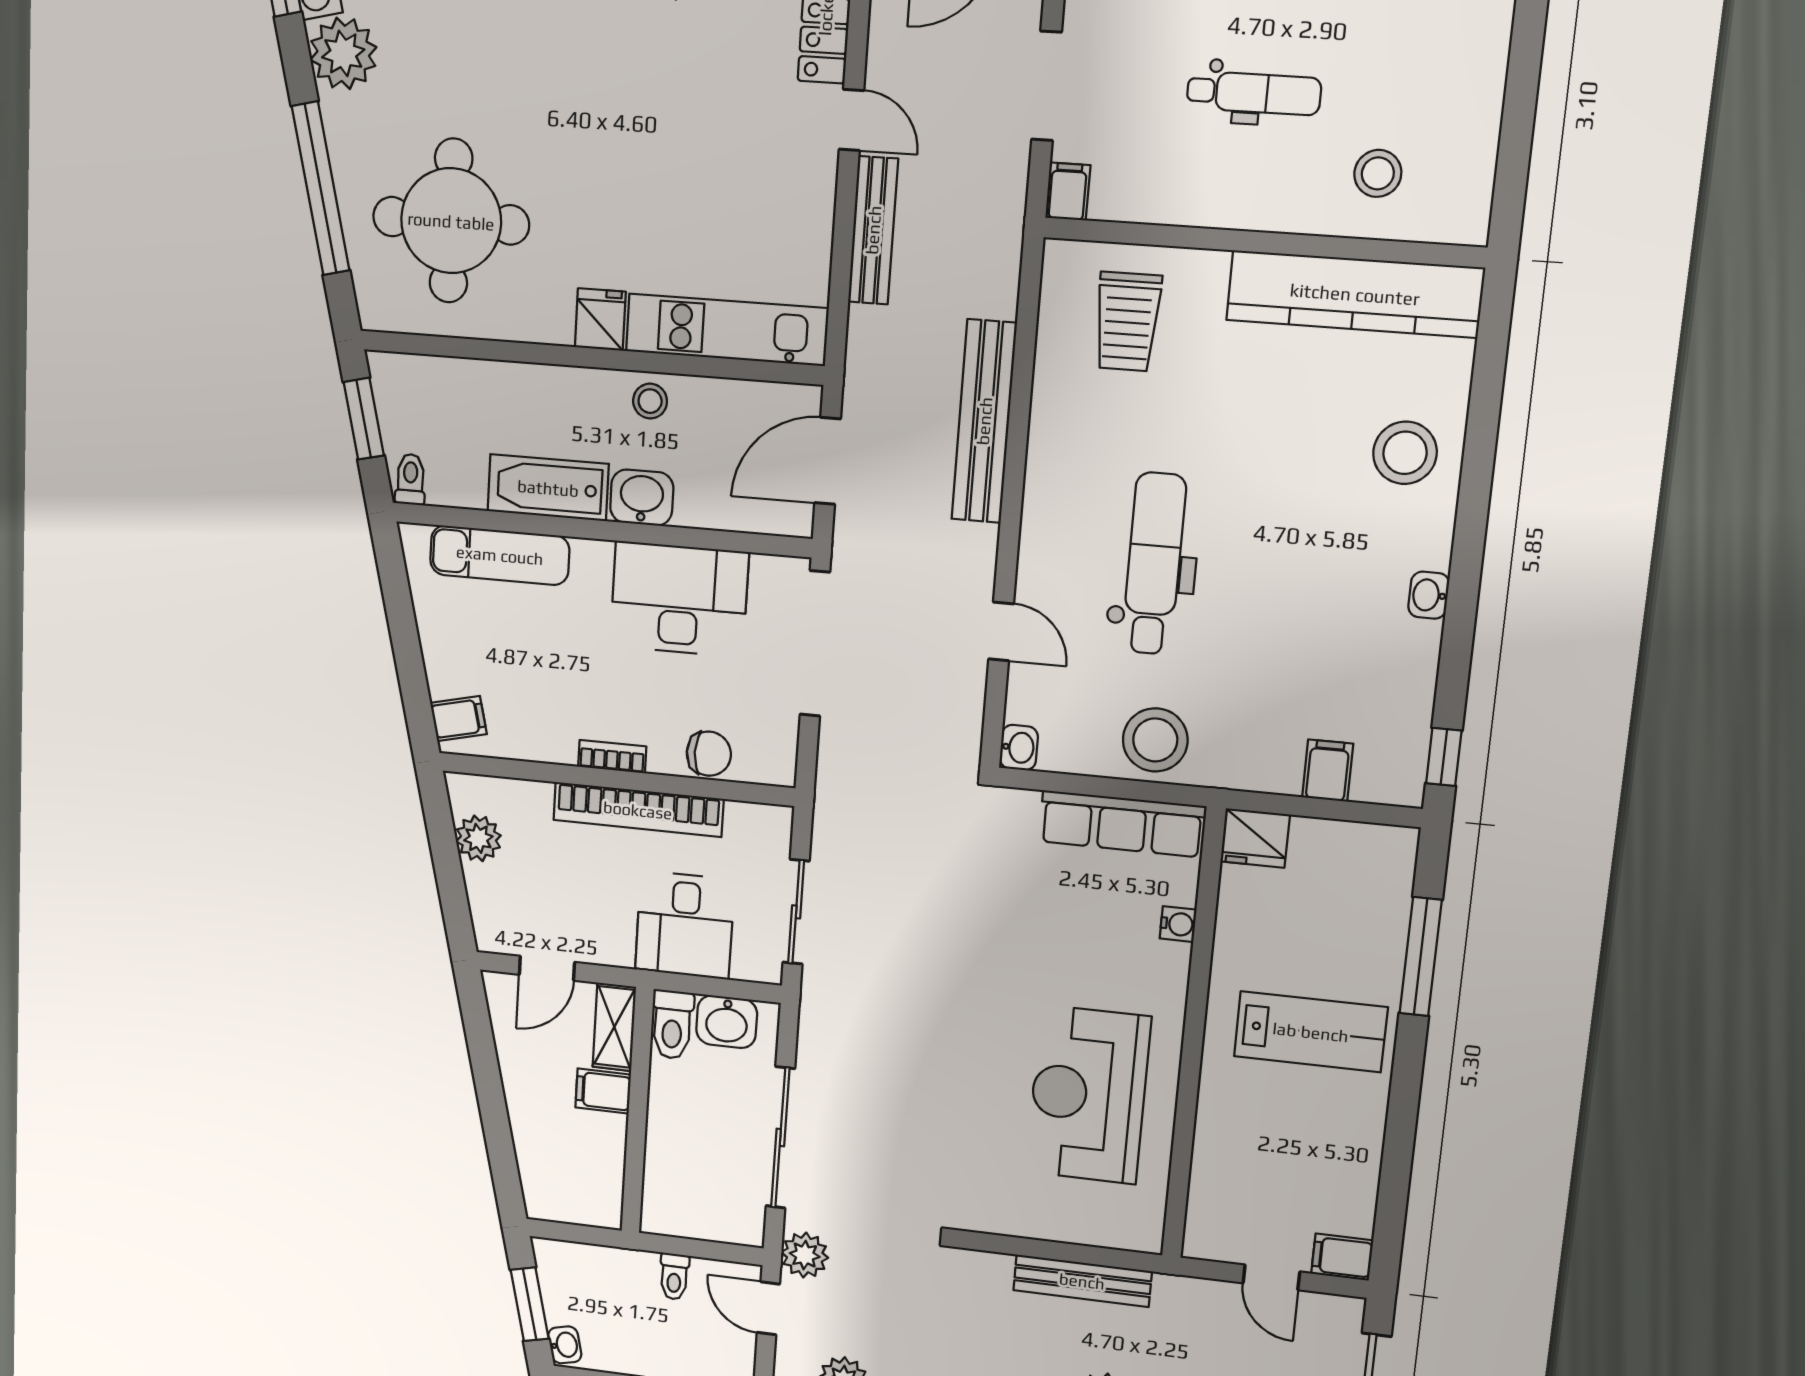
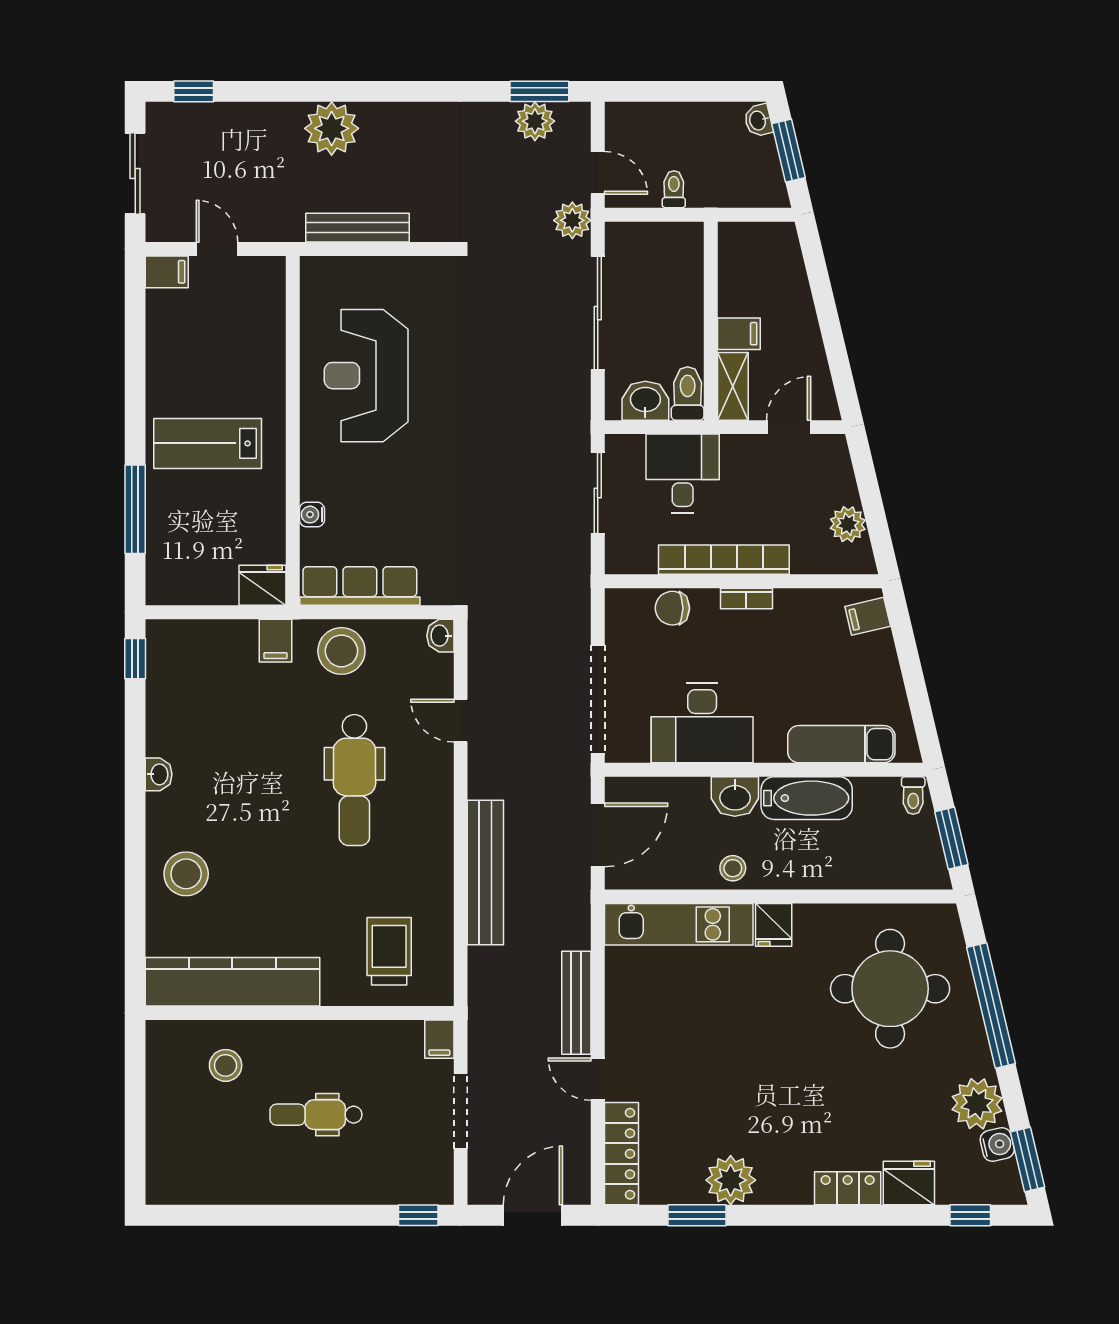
filing cabinet: (1328, 771) -> (276, 641), moved
reception desk: (1088, 1095) -> (366, 376), turned 180

